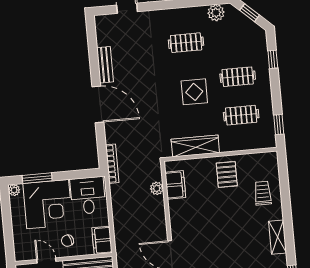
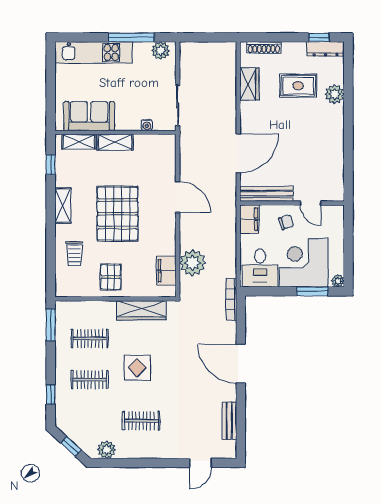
bench: (105, 65) -> (229, 421), moved
window: (279, 125) -> (51, 325), width x1.50
plant: (157, 188) -> (193, 263), width x1.88, depth x1.88
pallet: (226, 234) -> (118, 214), added

